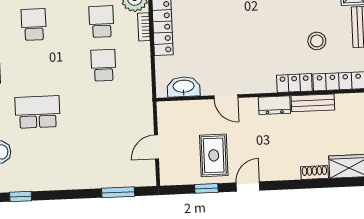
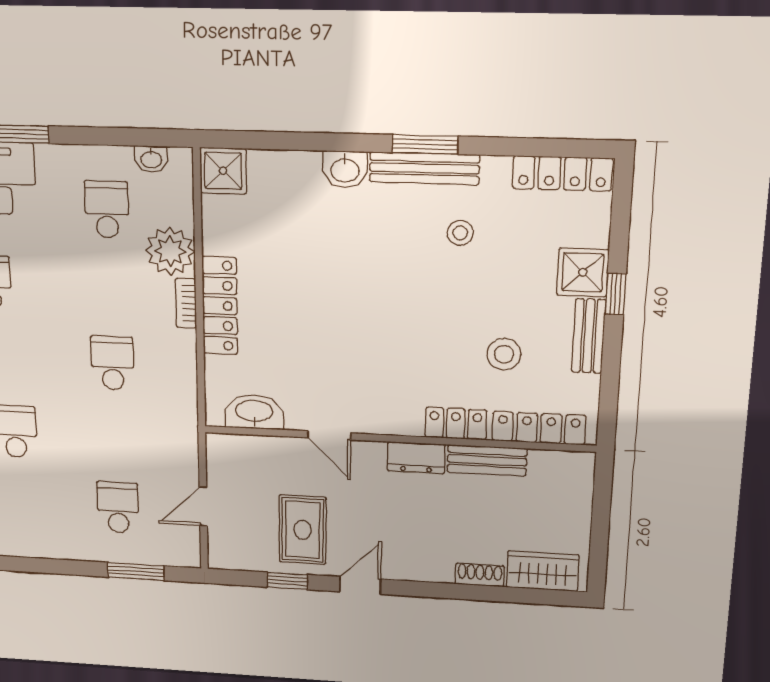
school desk: (101, 22) -> (118, 507), moved

